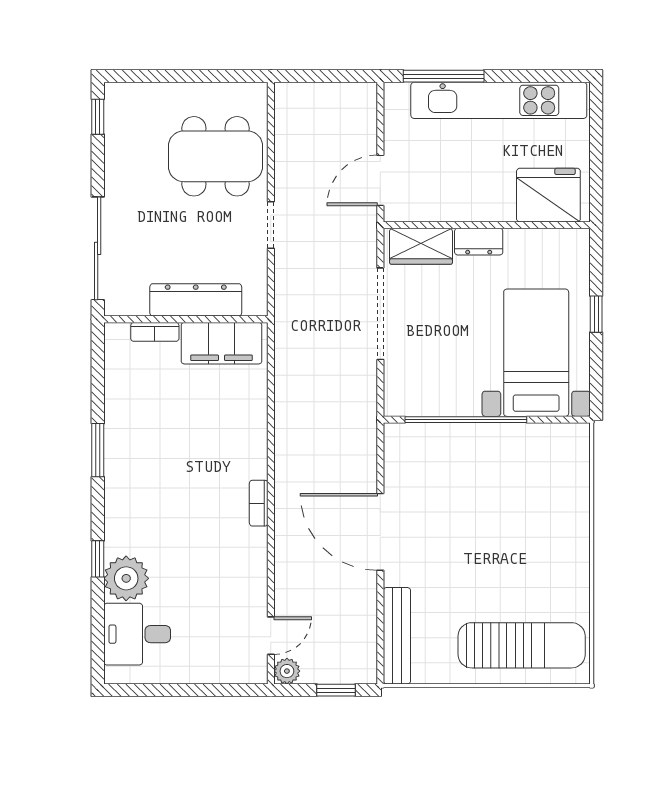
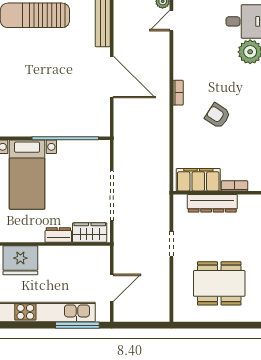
dining table: (216, 156) -> (219, 283), moved
door: (380, 180) -> (112, 288), moved
armchair: (186, 461) -> (218, 116), added

